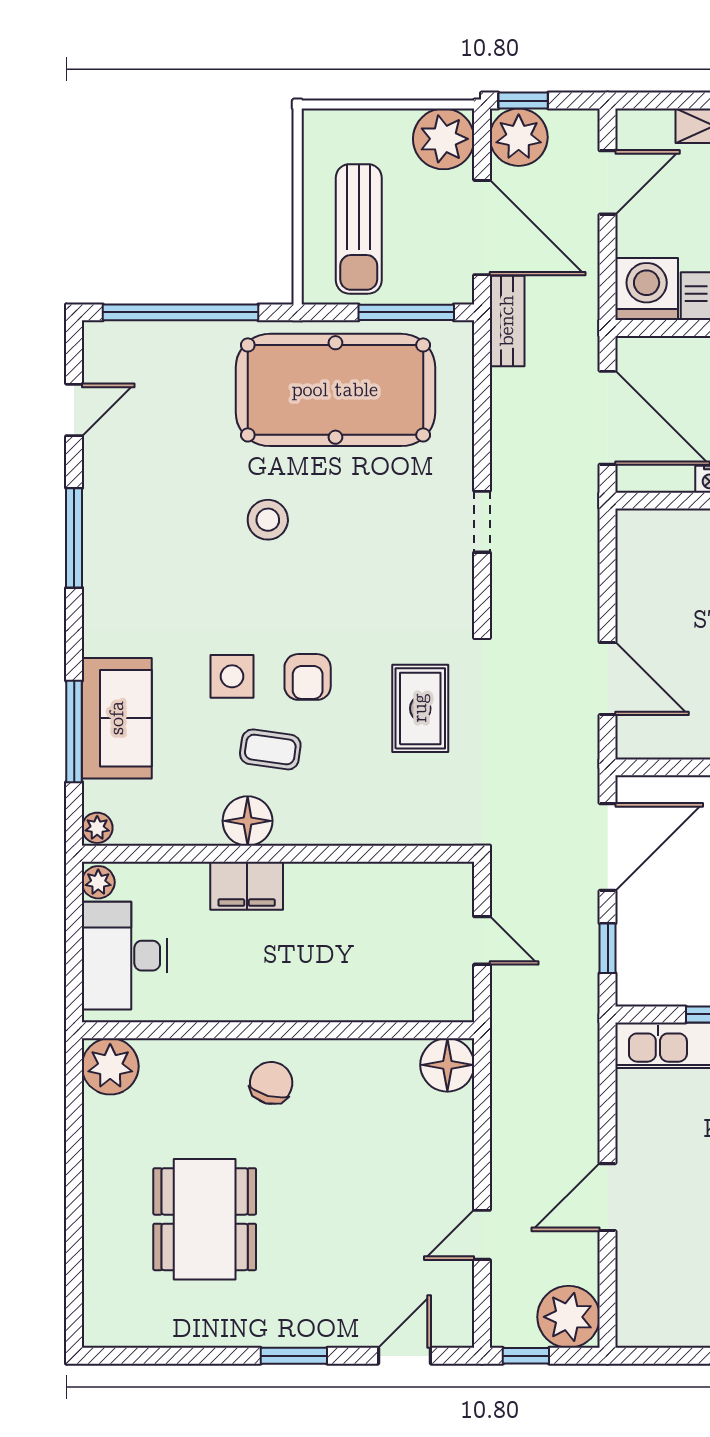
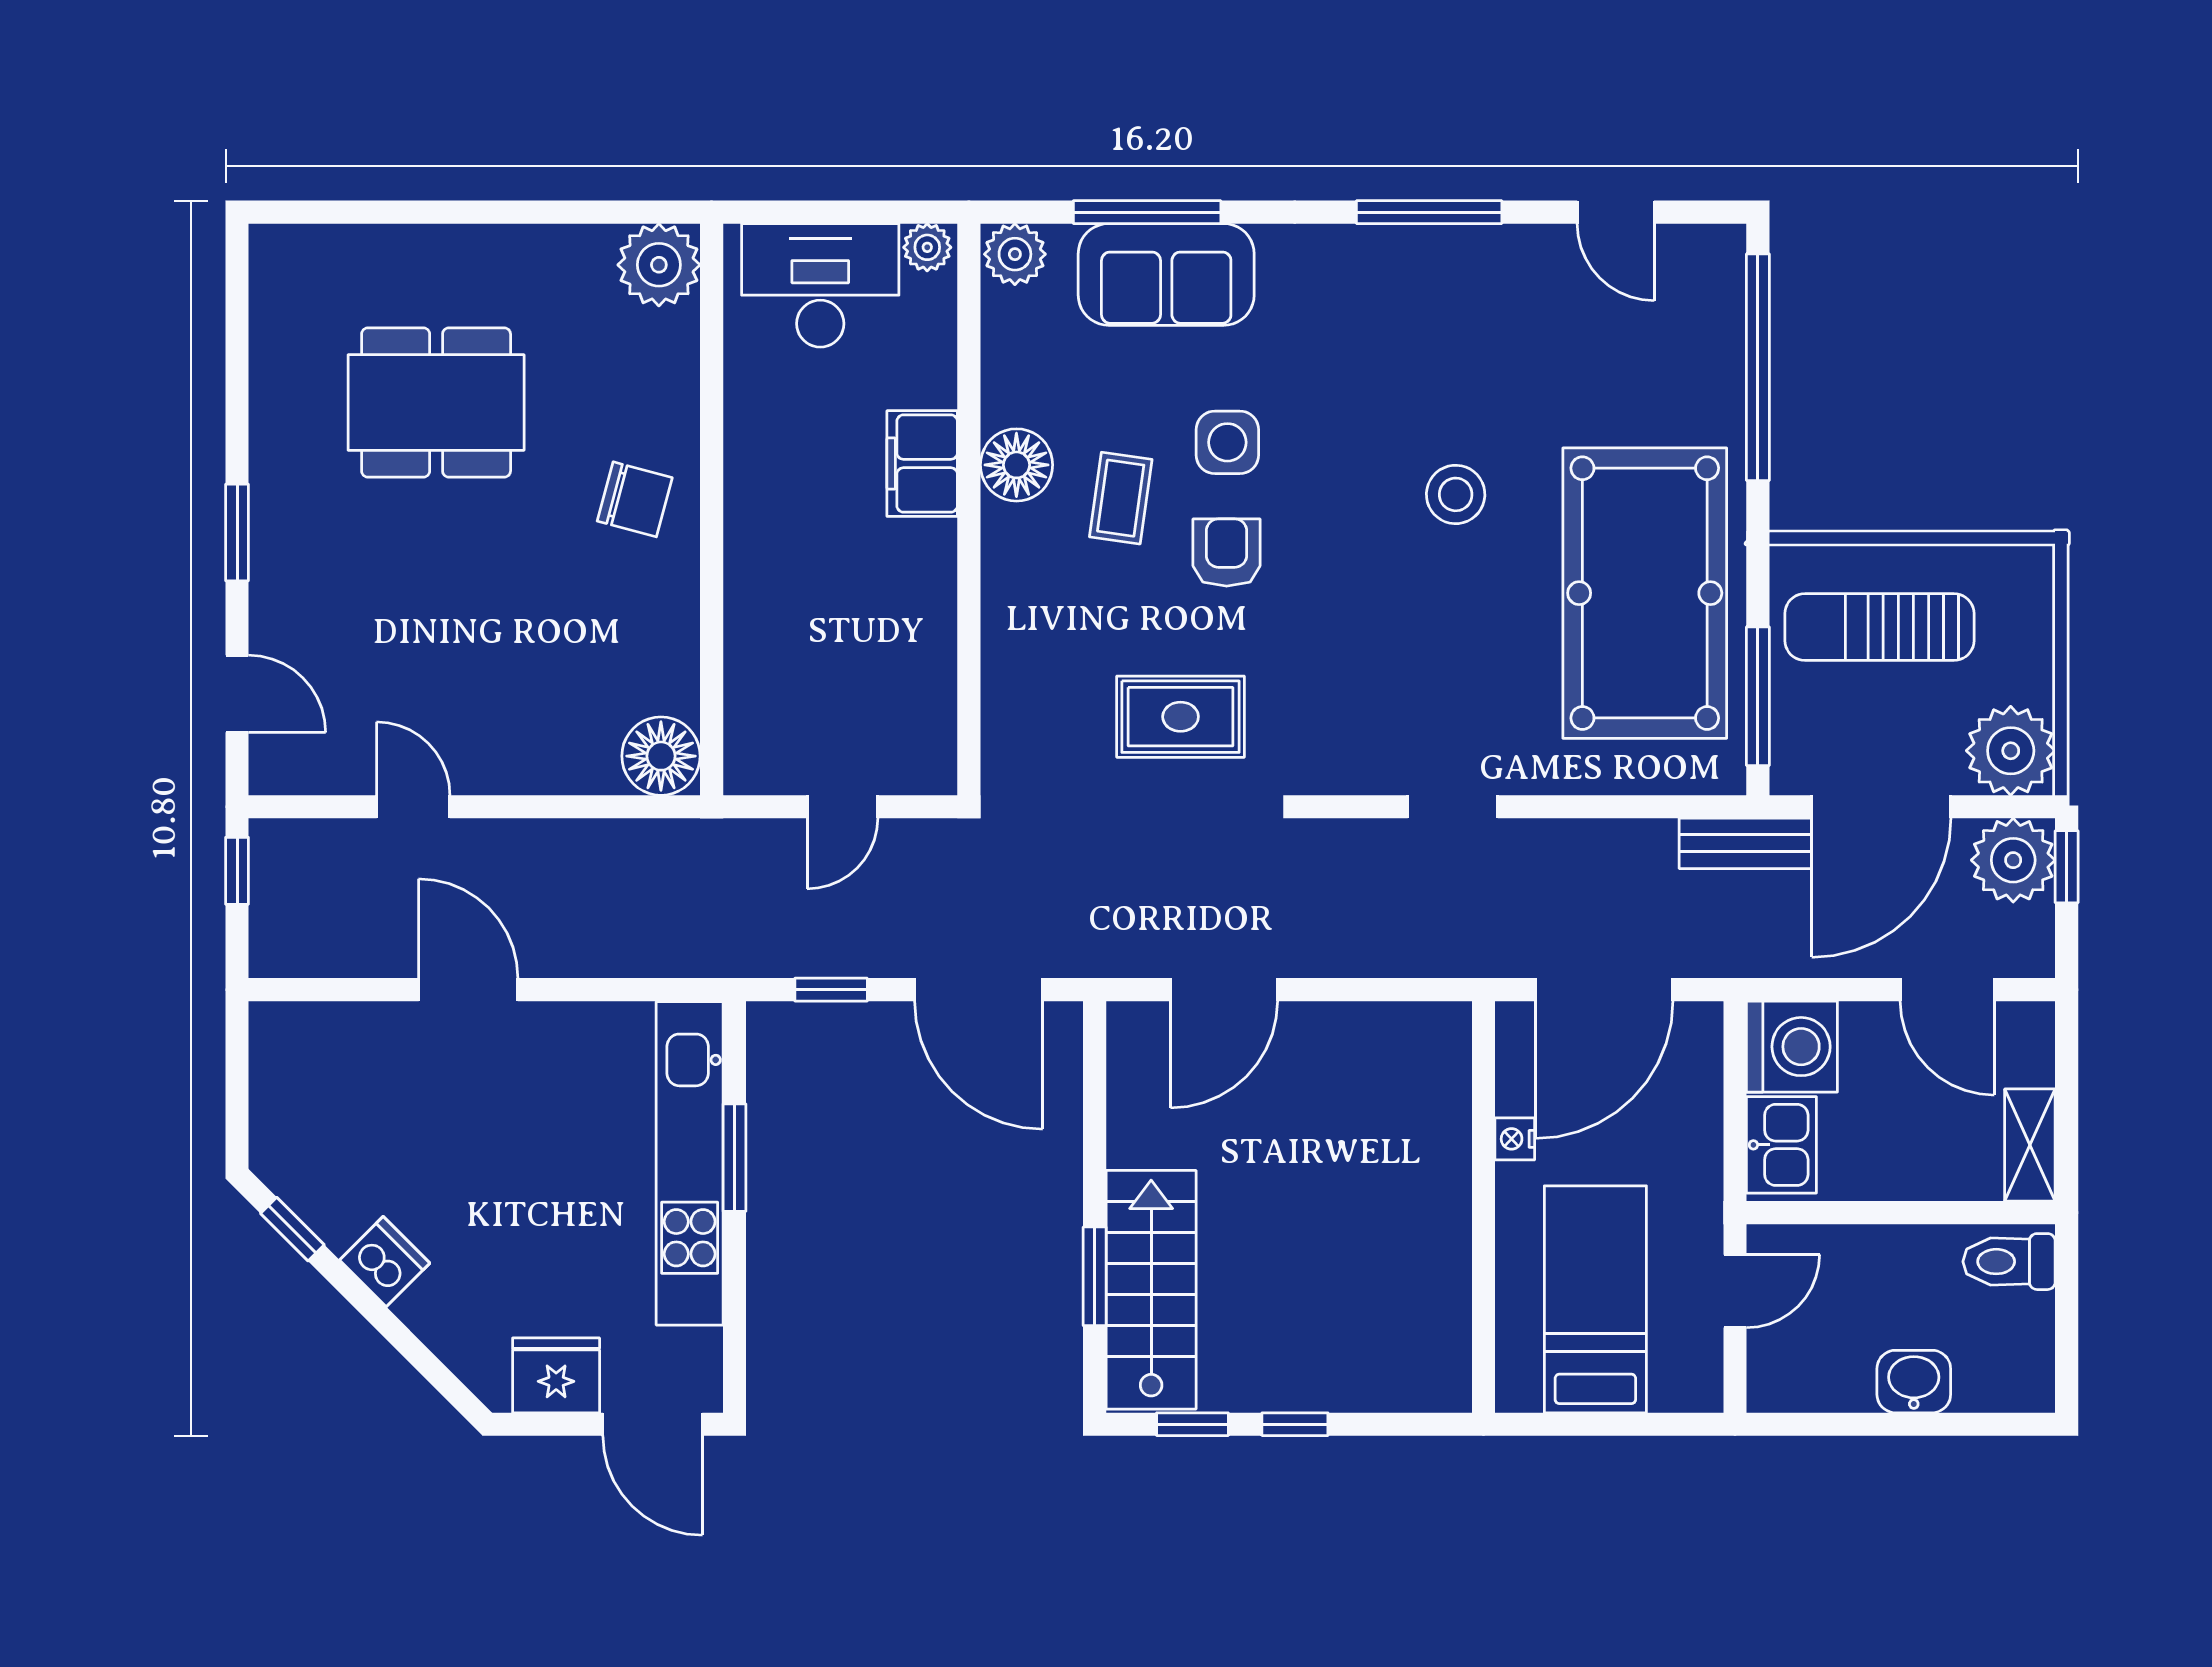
armchair: (308, 677) -> (1227, 553), turned 90
plant: (97, 828) -> (1015, 254), width x1.38, depth x1.38
plant: (569, 1317) -> (294, 933), removed

